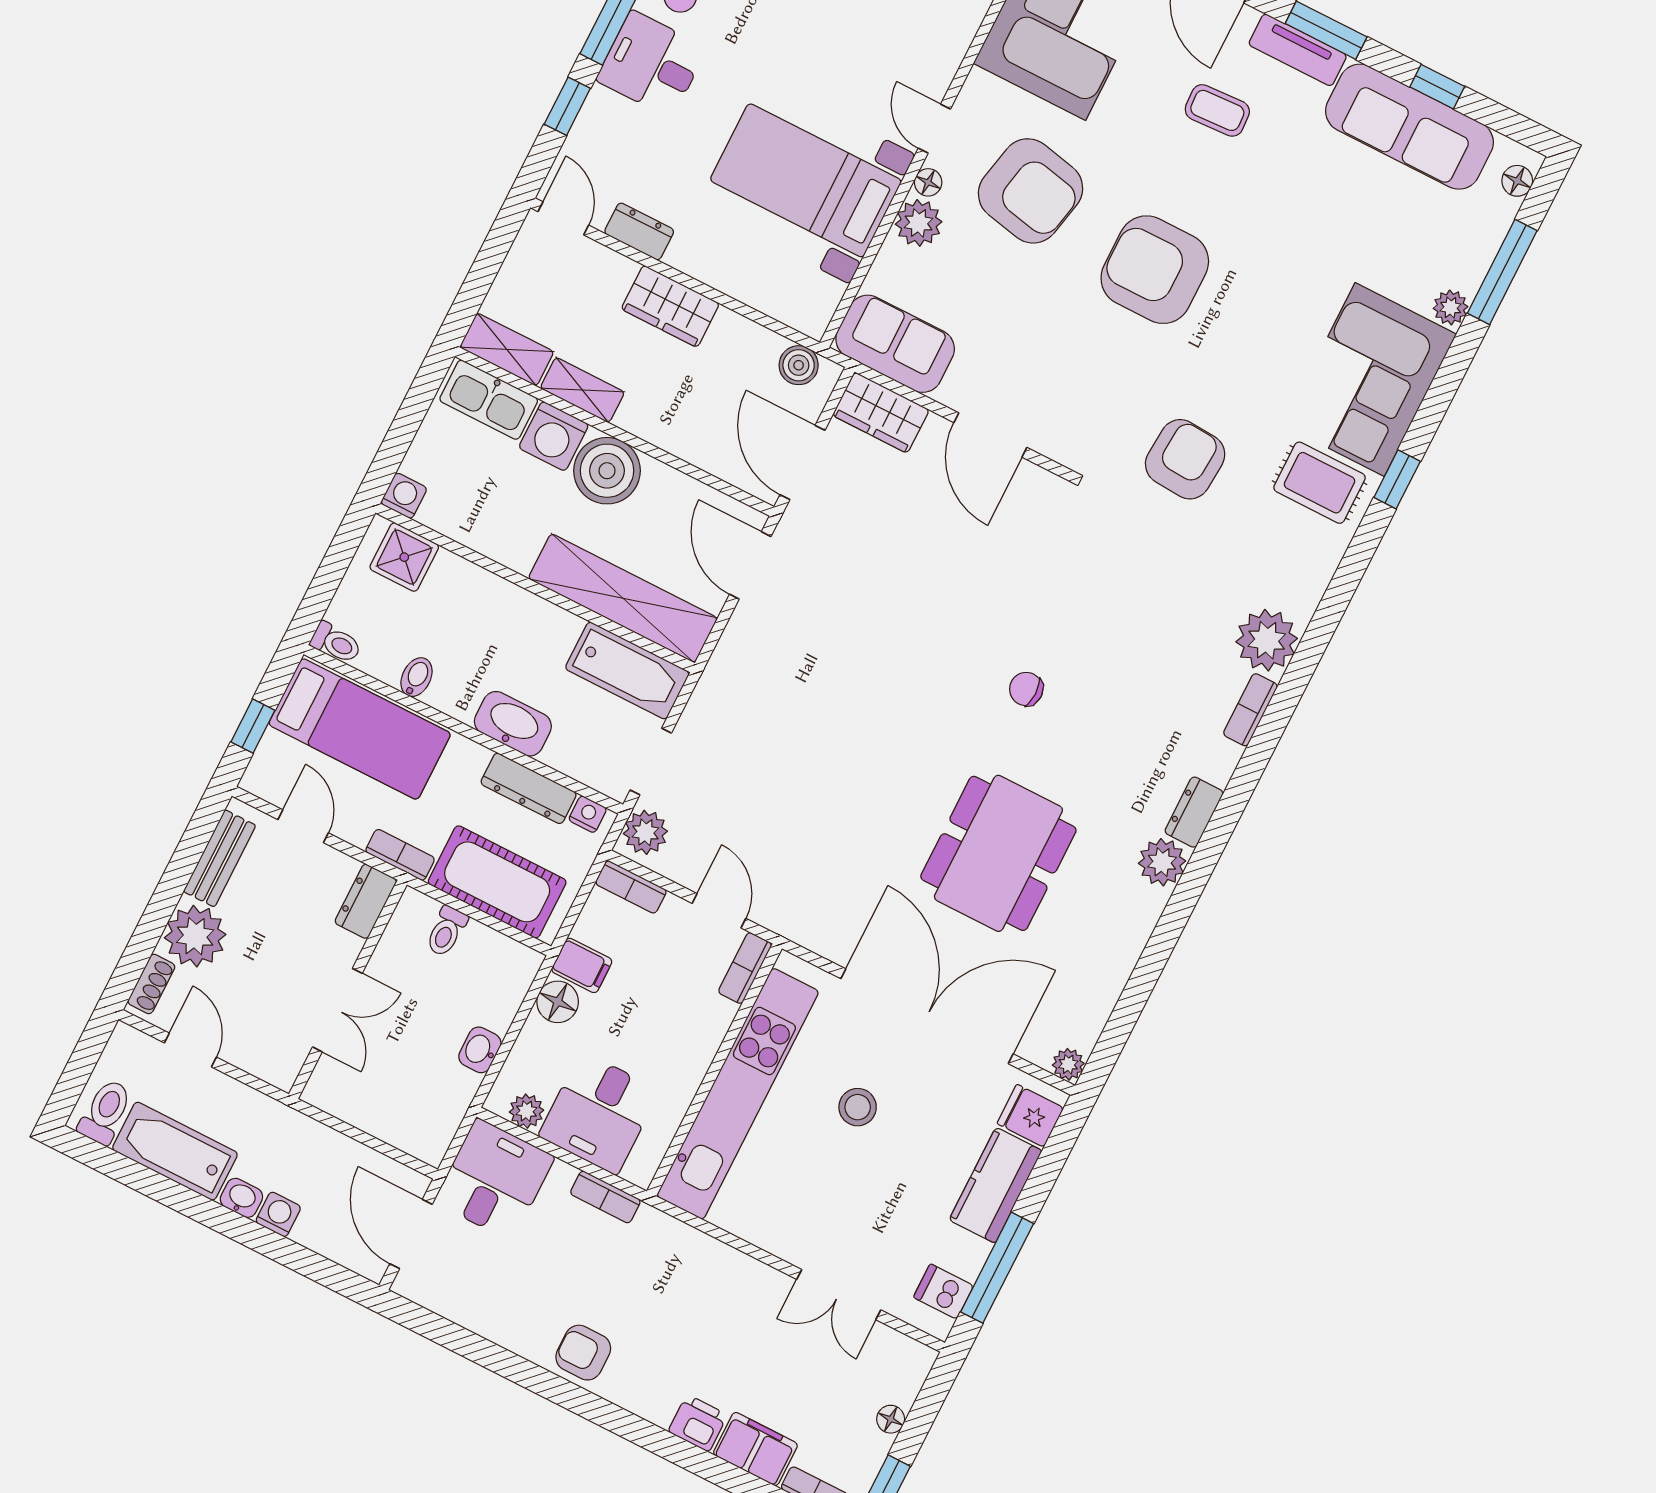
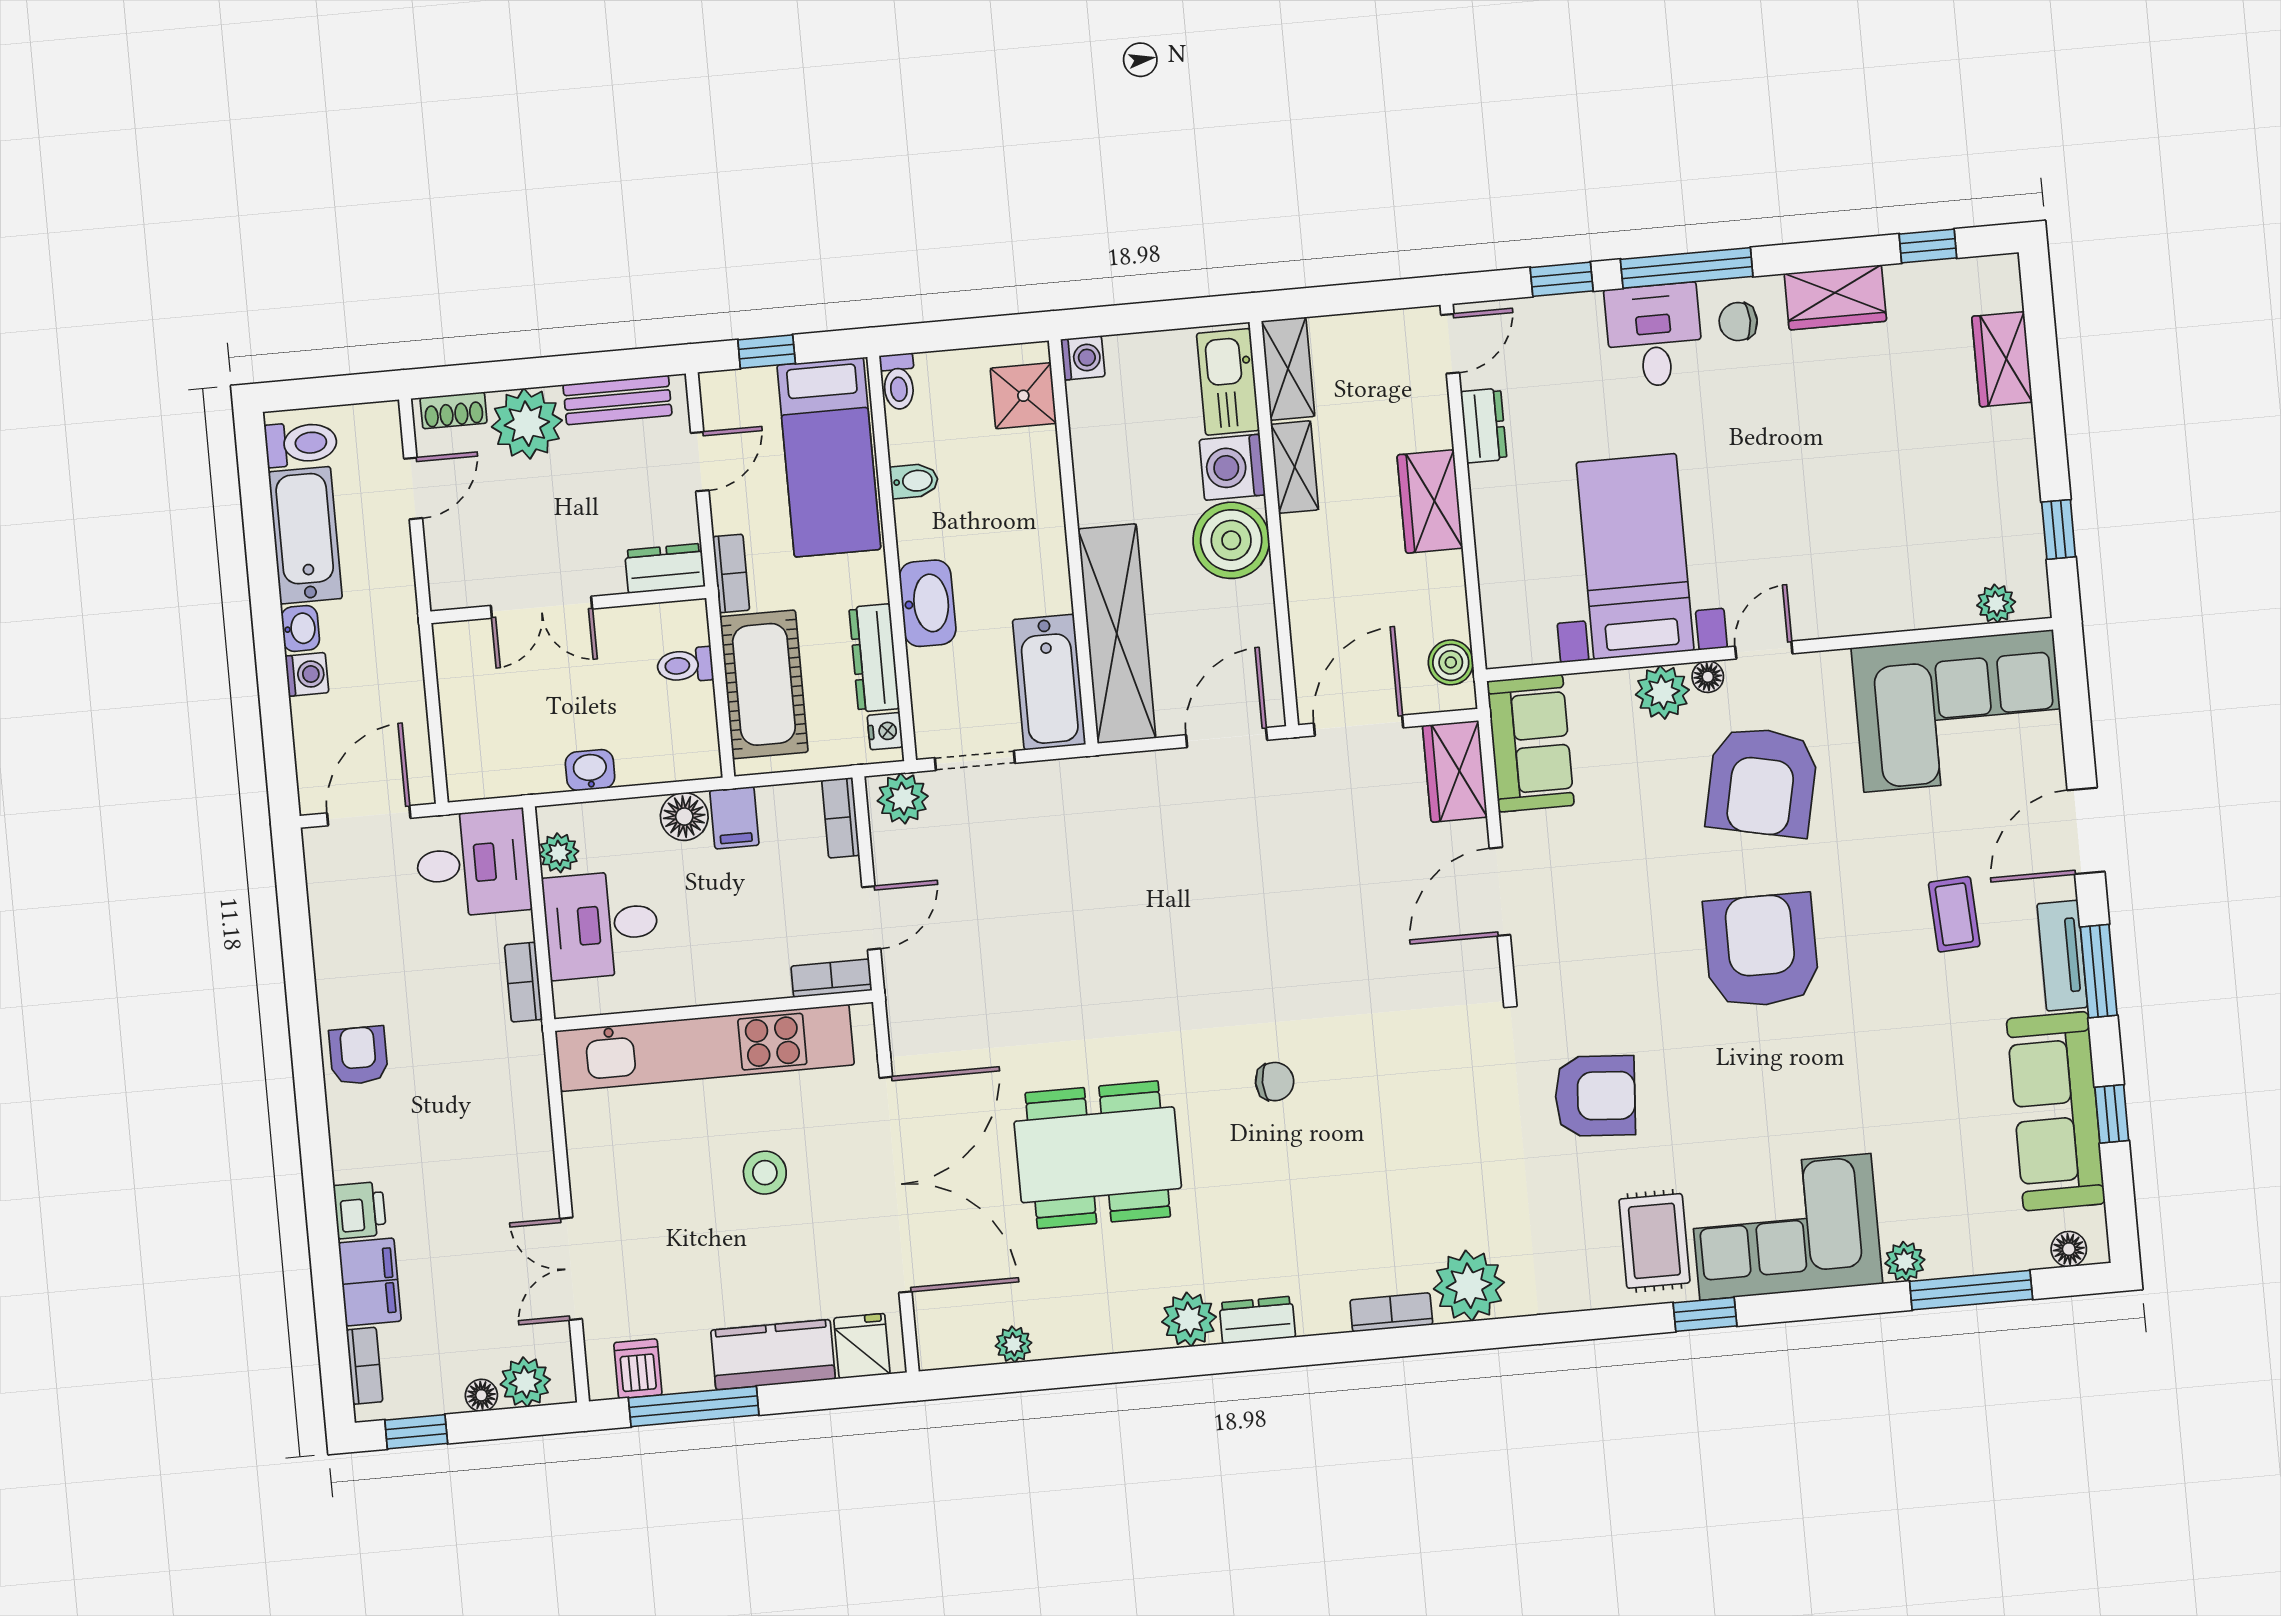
chair: (1026, 689) -> (1275, 1082), turned 90
plant: (1068, 1064) -> (1013, 1344), moved
plant: (901, 1381) -> (525, 1382), added

